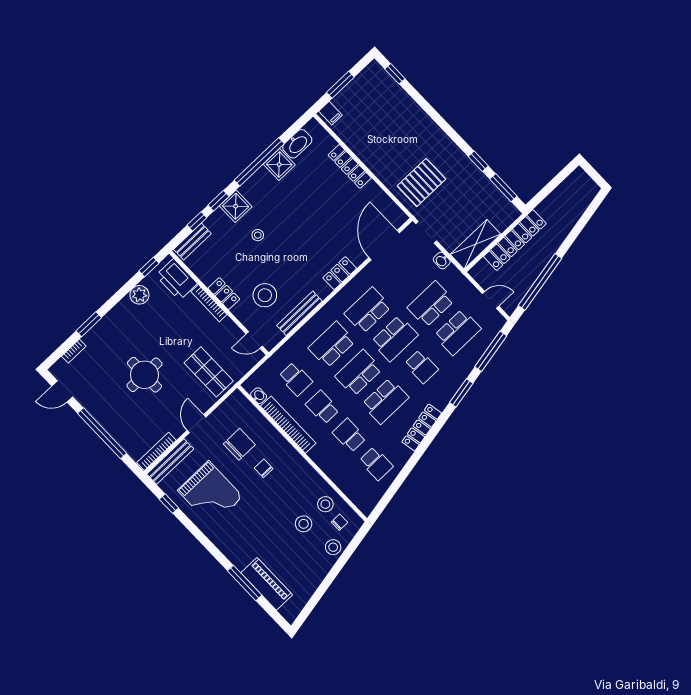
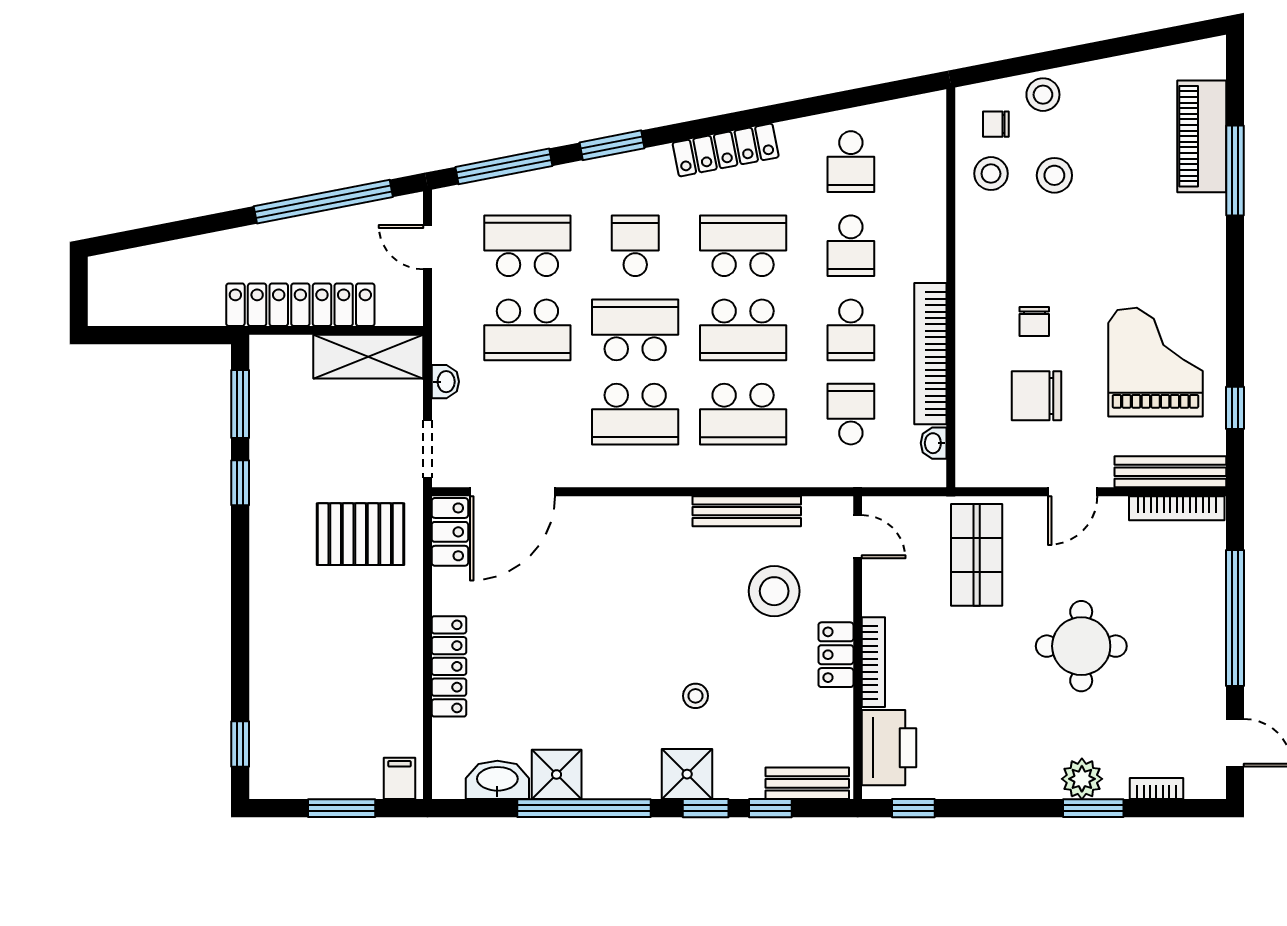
locker: (340, 273) -> (450, 532), moved, turned -90
plant: (139, 295) -> (1082, 779), moved
school desk: (376, 464) -> (851, 162), turned 180

